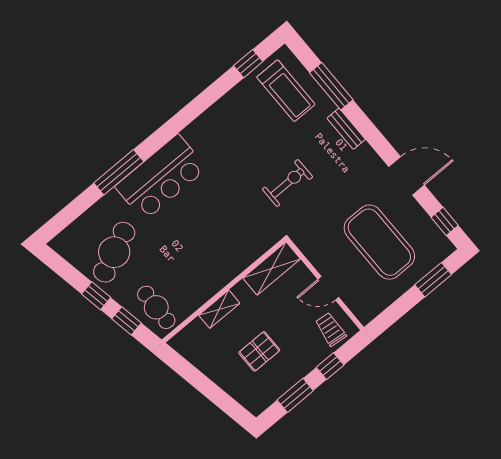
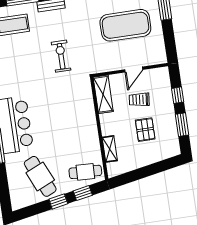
shelving: (219, 309) -> (110, 149), moved
trolley: (331, 329) -> (139, 100), moved

